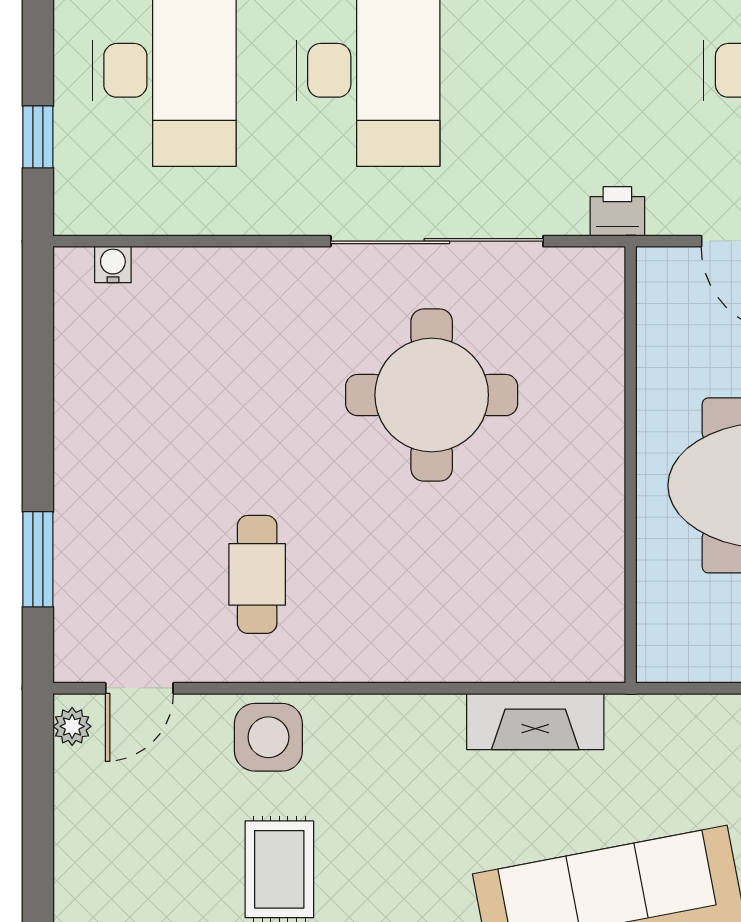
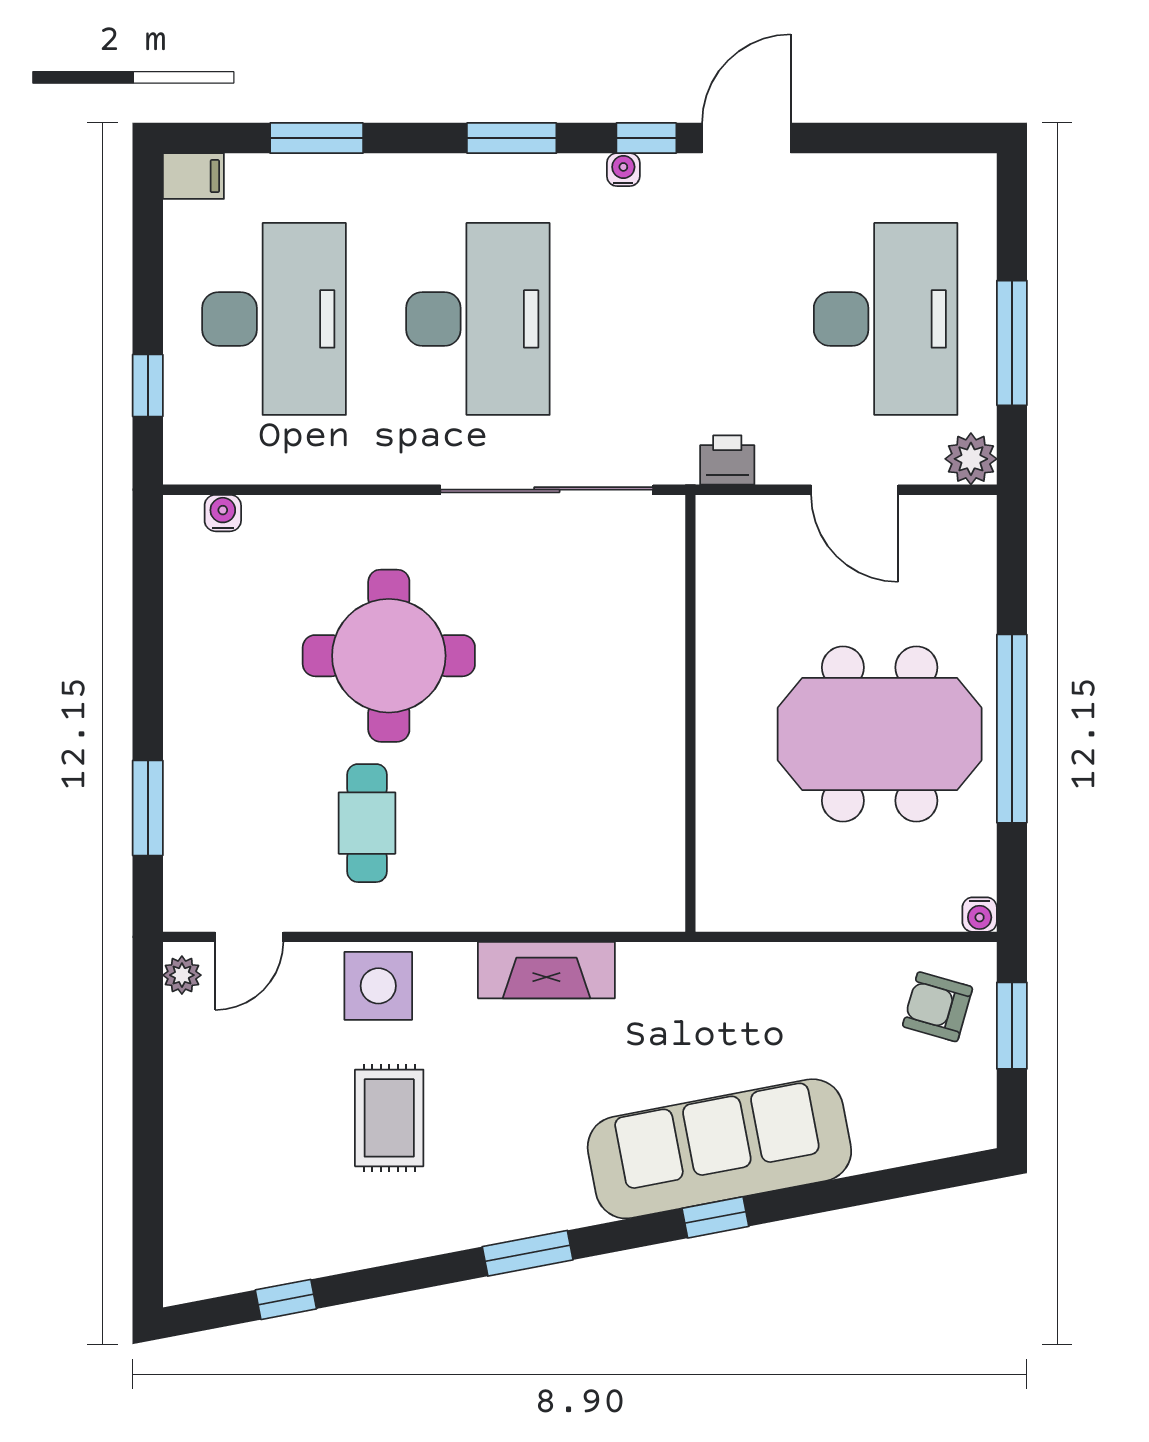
round table: (432, 395) -> (389, 656), moved
wall: (631, 465) -> (690, 713), moved
fireplace: (535, 721) -> (546, 970), moved

